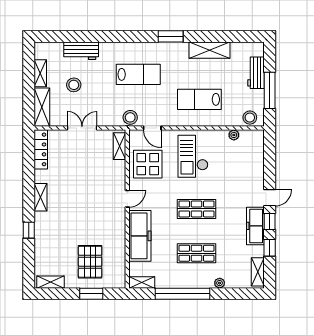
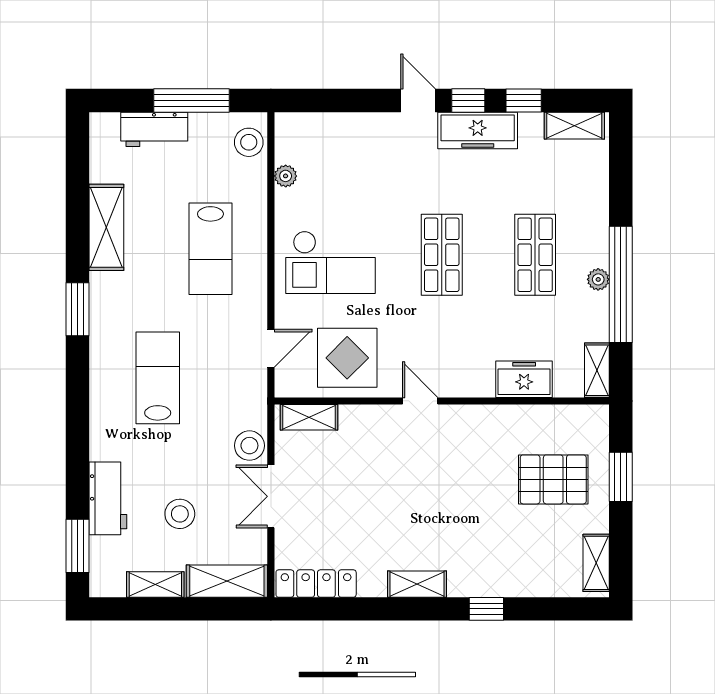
window: (59, 36) -> (77, 546), added
stool: (130, 117) -> (249, 446), moved
freezer: (140, 236) -> (524, 379), width x0.52, depth x0.79
plant: (220, 283) -> (598, 279), moved

